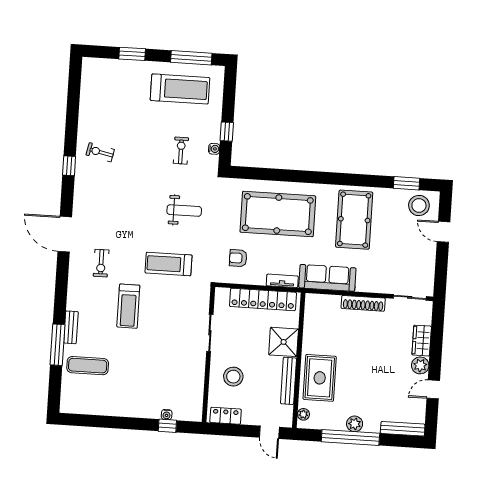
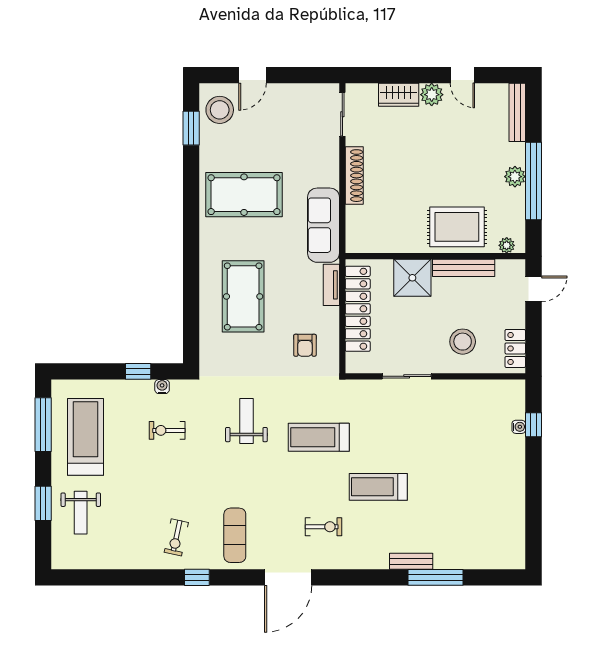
weight bench: (123, 82) -> (81, 513), added
pool table: (278, 214) -> (243, 296), width x0.73, depth x0.76
treadmill: (169, 264) -> (319, 437), turned 90
treadmill: (128, 306) -> (378, 487), turned 180
exercise mat: (88, 366) -> (235, 535), moved

